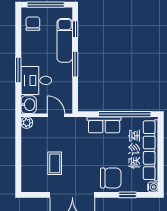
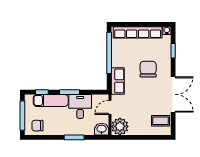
desk: (36, 80) -> (80, 106), moved, turned 180
plant: (27, 123) -> (120, 126), width x1.88, depth x1.88
row of seats: (104, 125) -> (118, 81), moved
coffee table: (55, 163) -> (160, 121), moved
chair: (111, 178) -> (148, 69), moved

